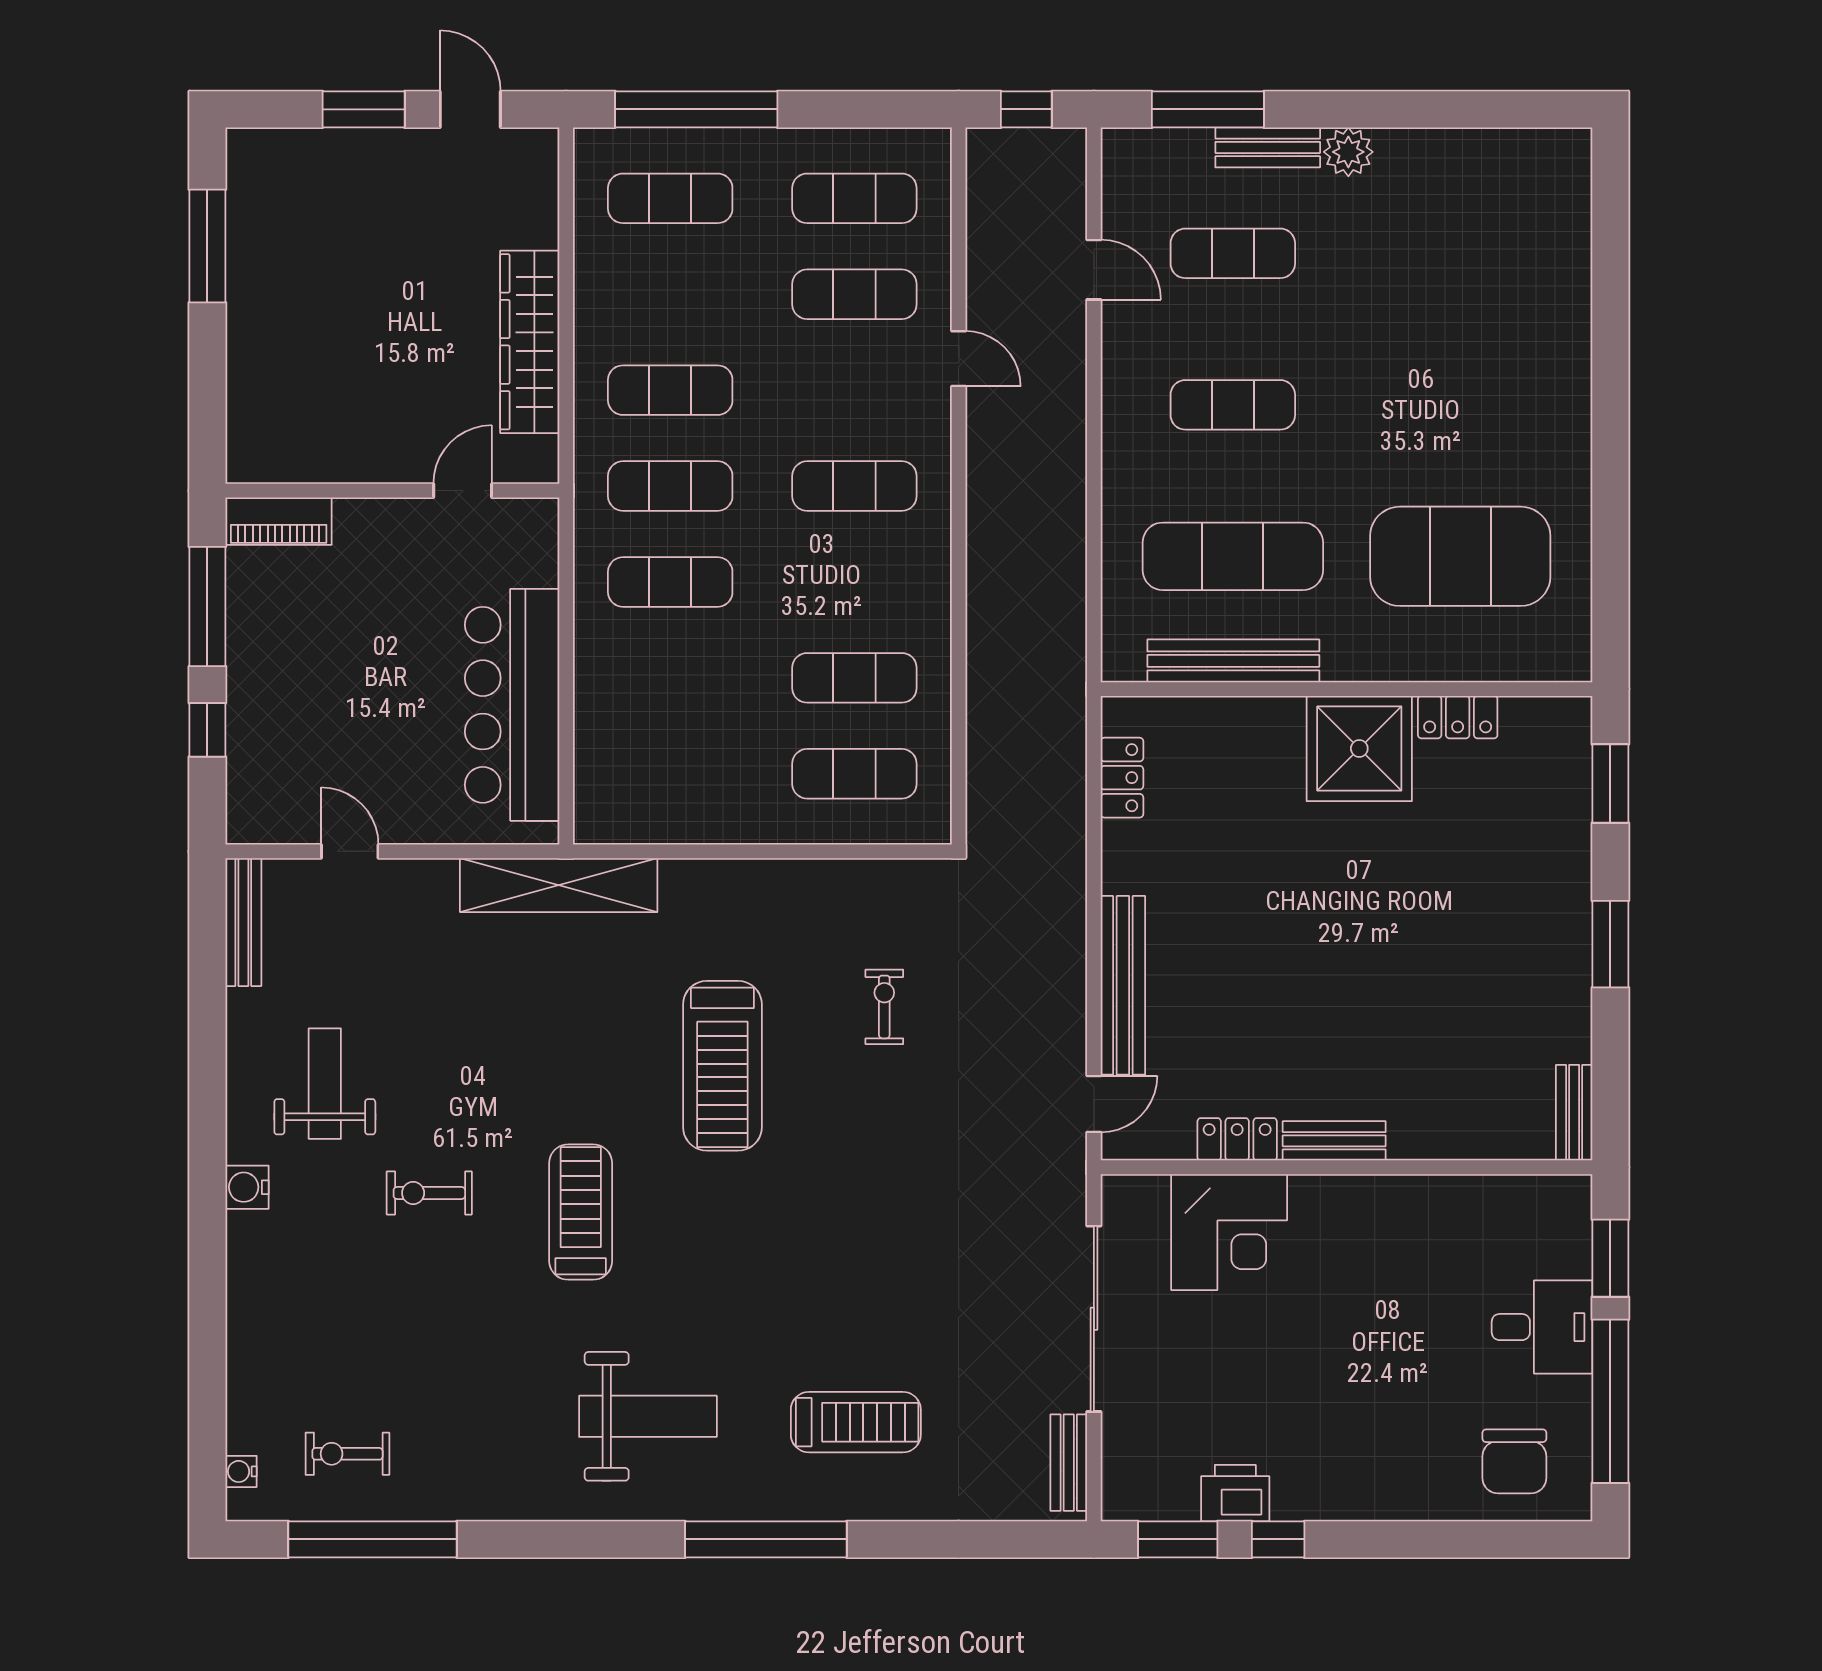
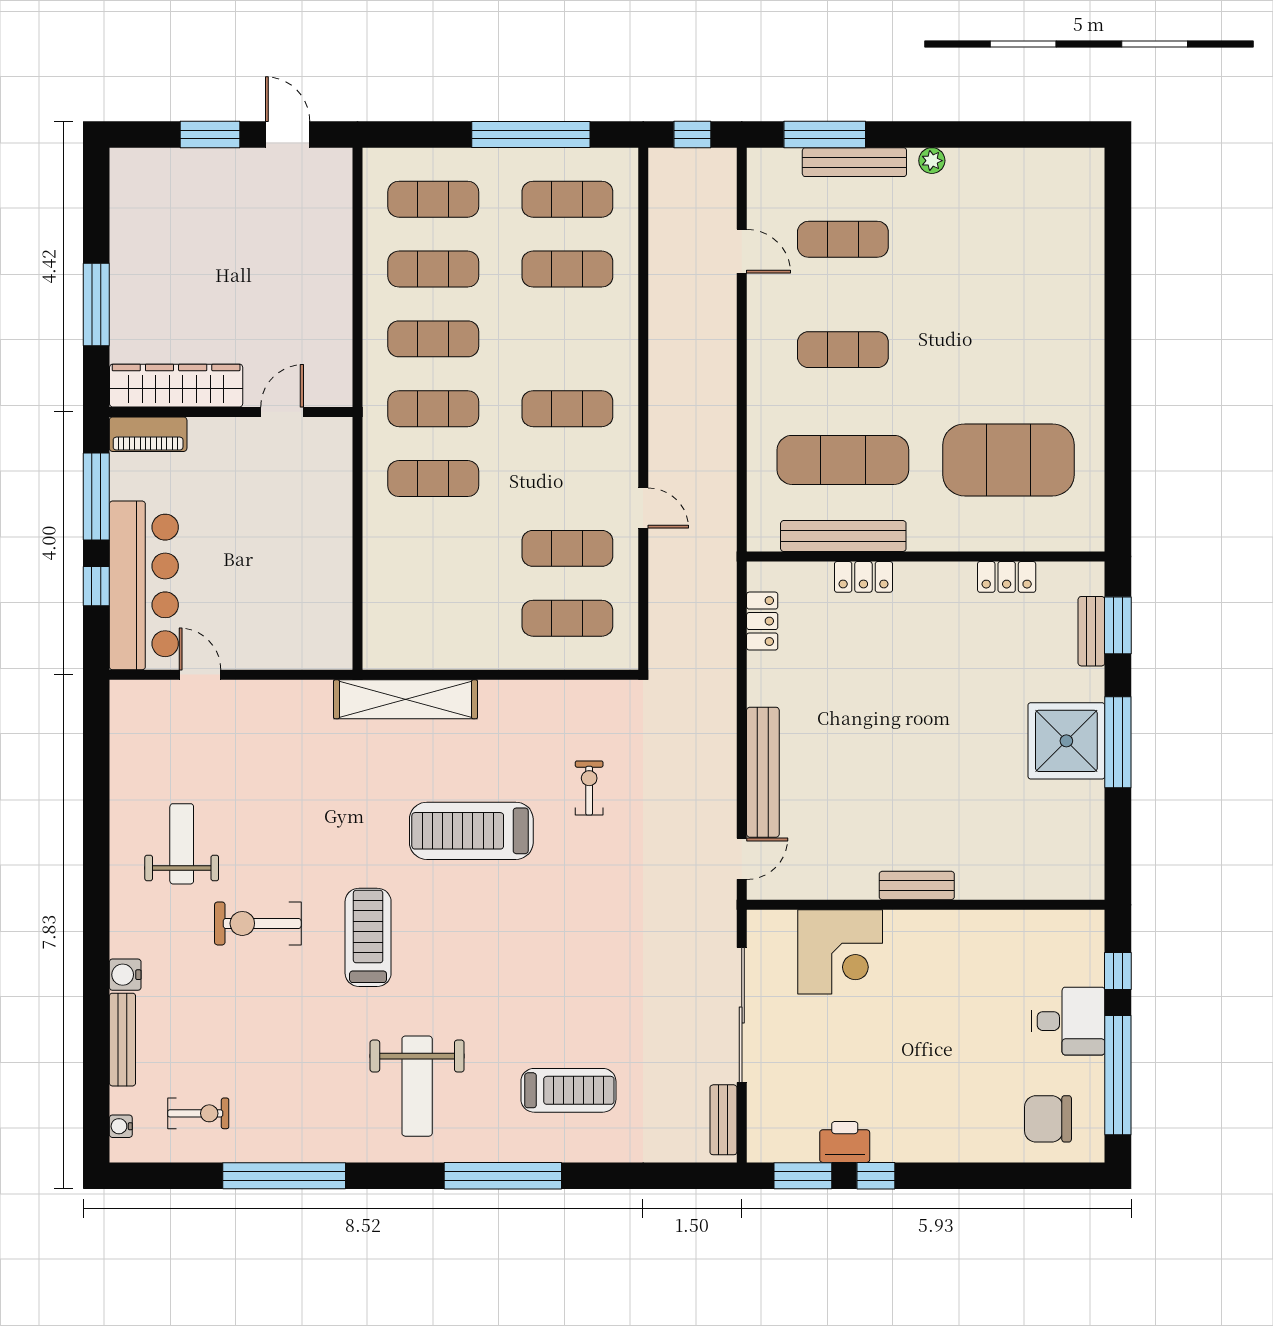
window: (696, 109) -> (531, 134), moved
bench: (1268, 147) -> (854, 162), width x1.36
plant: (1348, 152) -> (932, 161), width x0.73, depth x0.73
window: (207, 246) -> (96, 304), moved
exercise mat: (670, 294) -> (433, 269), added
wardrobe: (530, 342) -> (176, 386), moved, turned 90
door: (959, 359) -> (643, 508), moved
bar counter: (512, 705) -> (144, 585), moved, turned 180
shower: (1359, 749) -> (1066, 741), moved
shelving: (559, 885) -> (406, 699), moved
bench: (243, 922) -> (122, 1040), moved
window: (1610, 944) -> (1118, 742), width x1.44
treadmill: (722, 1066) -> (471, 831), turned 90
bench: (1574, 1113) -> (1091, 631), moved
locker: (1237, 1139) -> (863, 577), moved, turned 180
water cooler: (247, 1187) -> (125, 975), moved
exercise bike: (429, 1193) -> (258, 923), width x1.38, depth x1.39
window: (1610, 1258) -> (1118, 971), width x0.67
weight bench: (648, 1416) -> (417, 1086), turned 90
exercise bike: (347, 1454) -> (198, 1113), turned 180
chair: (1514, 1461) -> (1048, 1119), turned 90
window: (373, 1539) -> (284, 1176), moved

